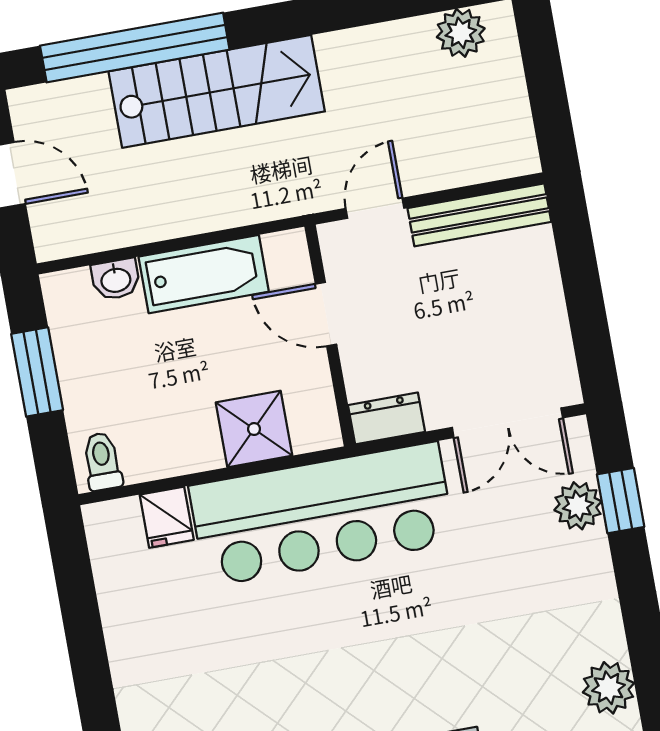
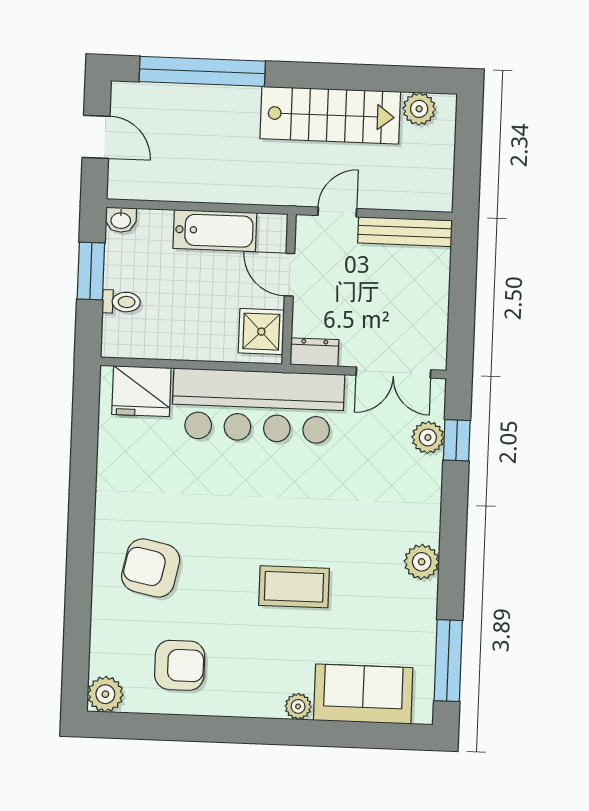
stairs: (217, 91) -> (330, 115), moved
washbasin: (116, 279) -> (121, 220), moved
shower: (254, 429) -> (261, 332), moved
toilet: (102, 461) -> (121, 302), moved, turned 90
fridge: (167, 517) -> (141, 391), width x1.88, depth x1.34

